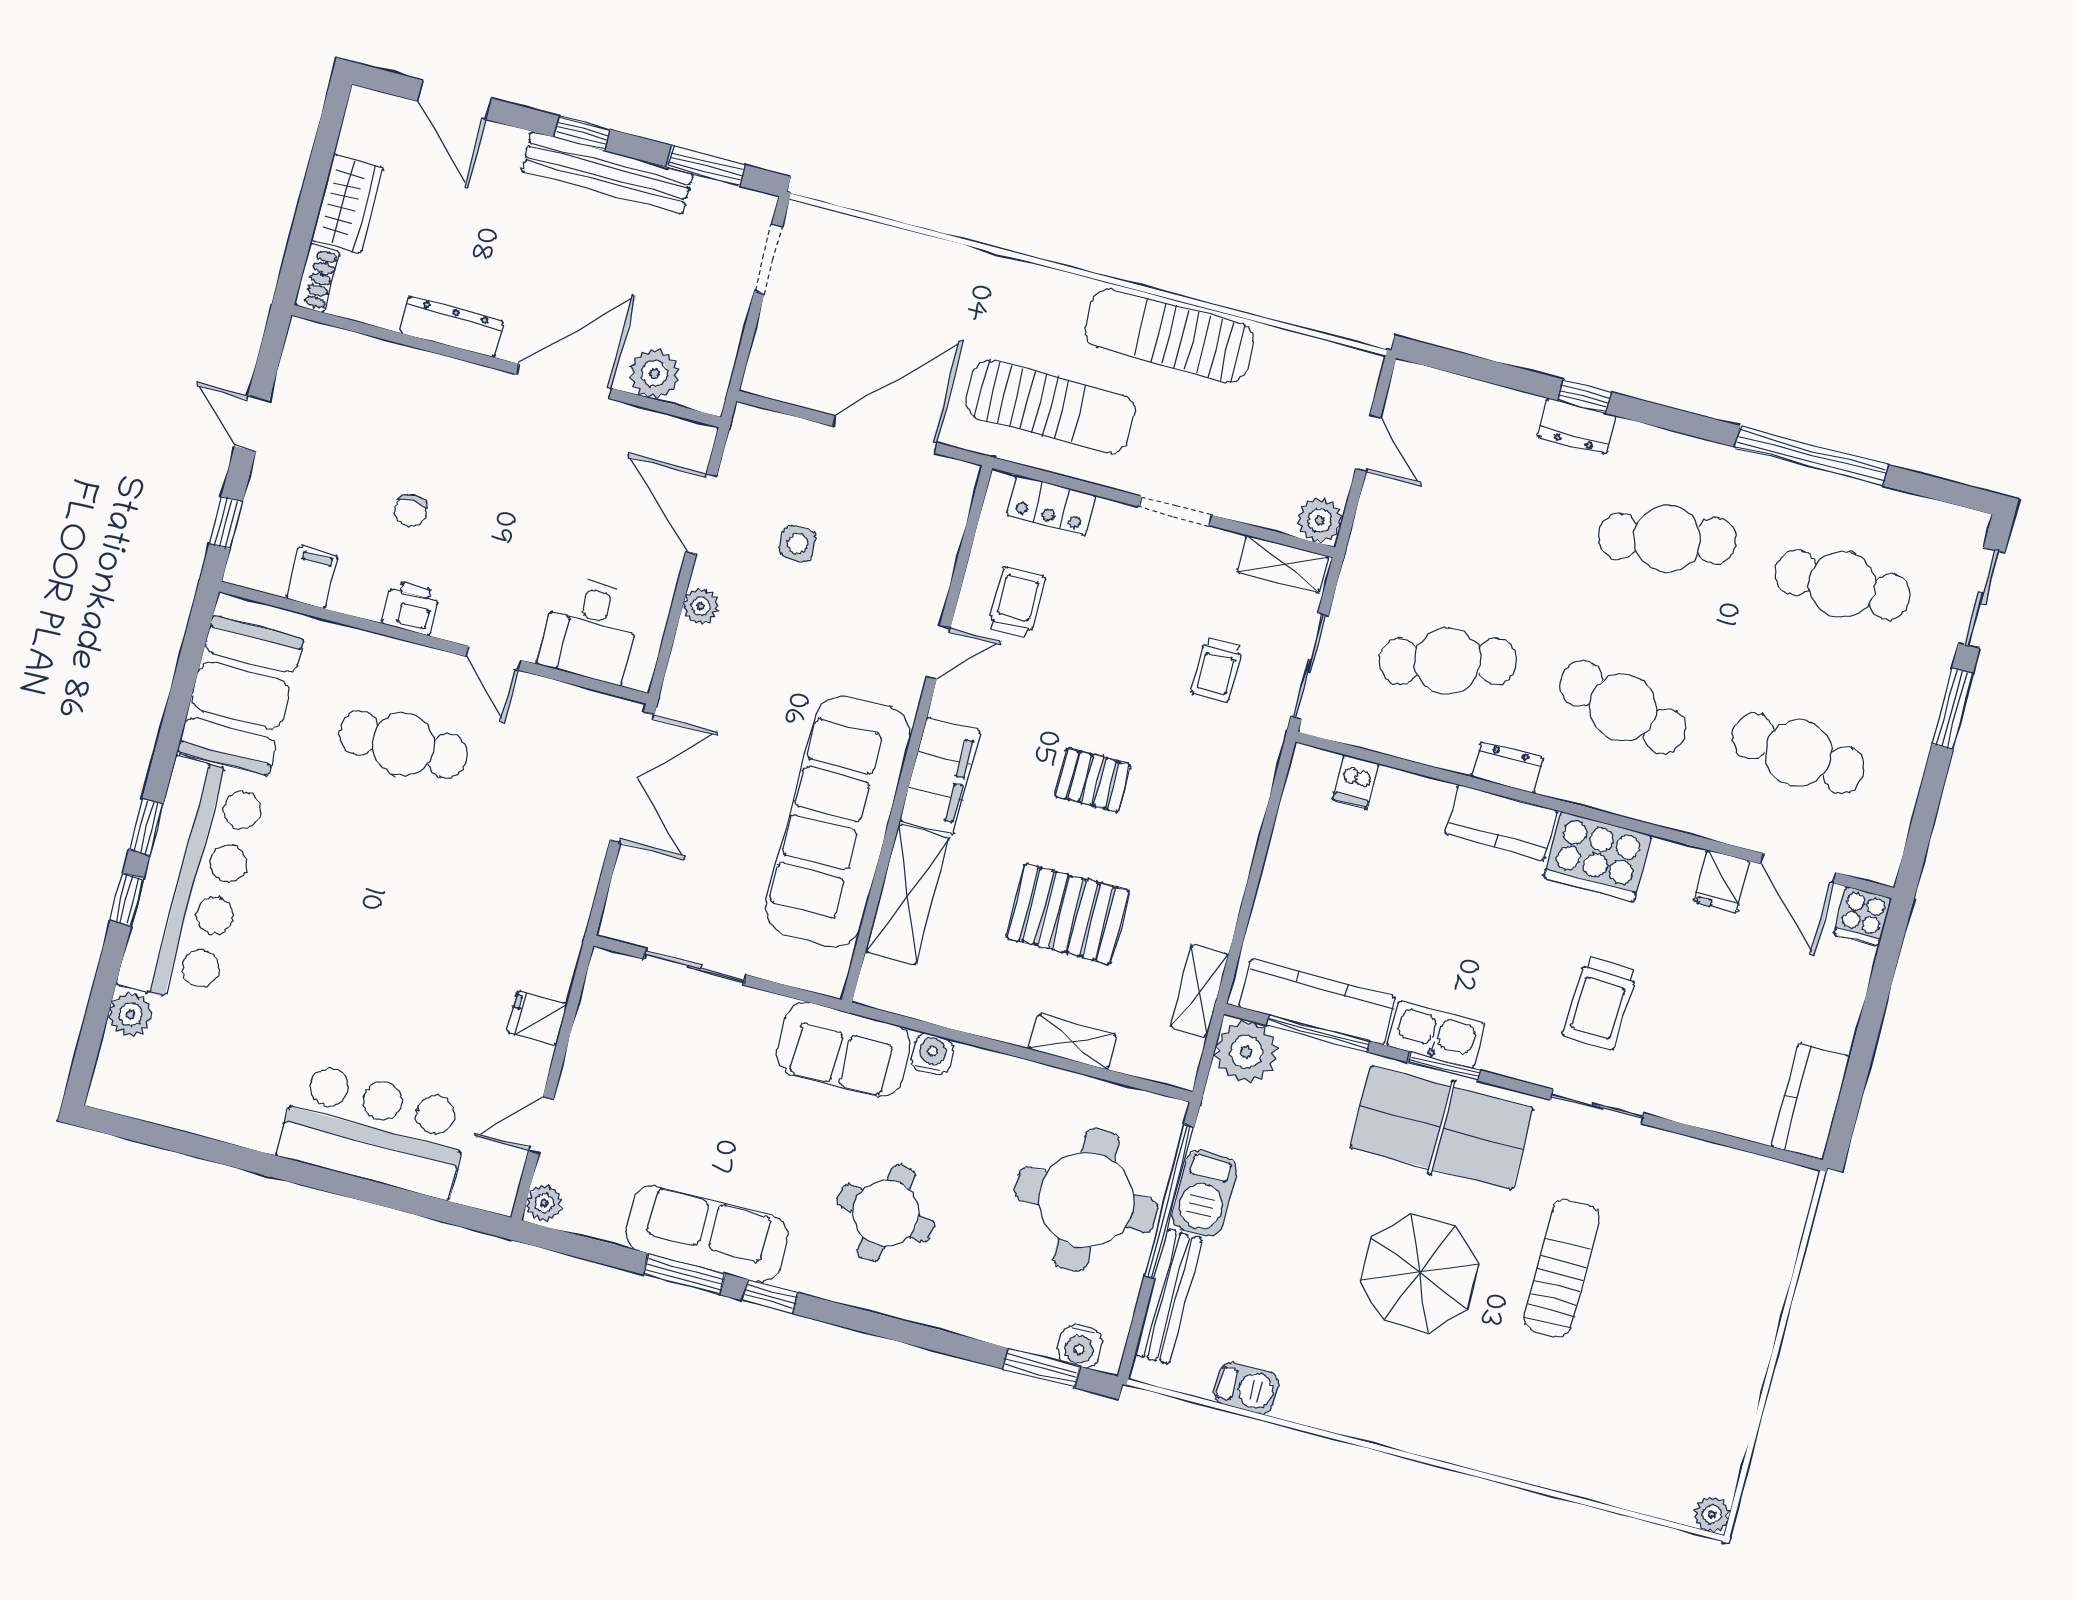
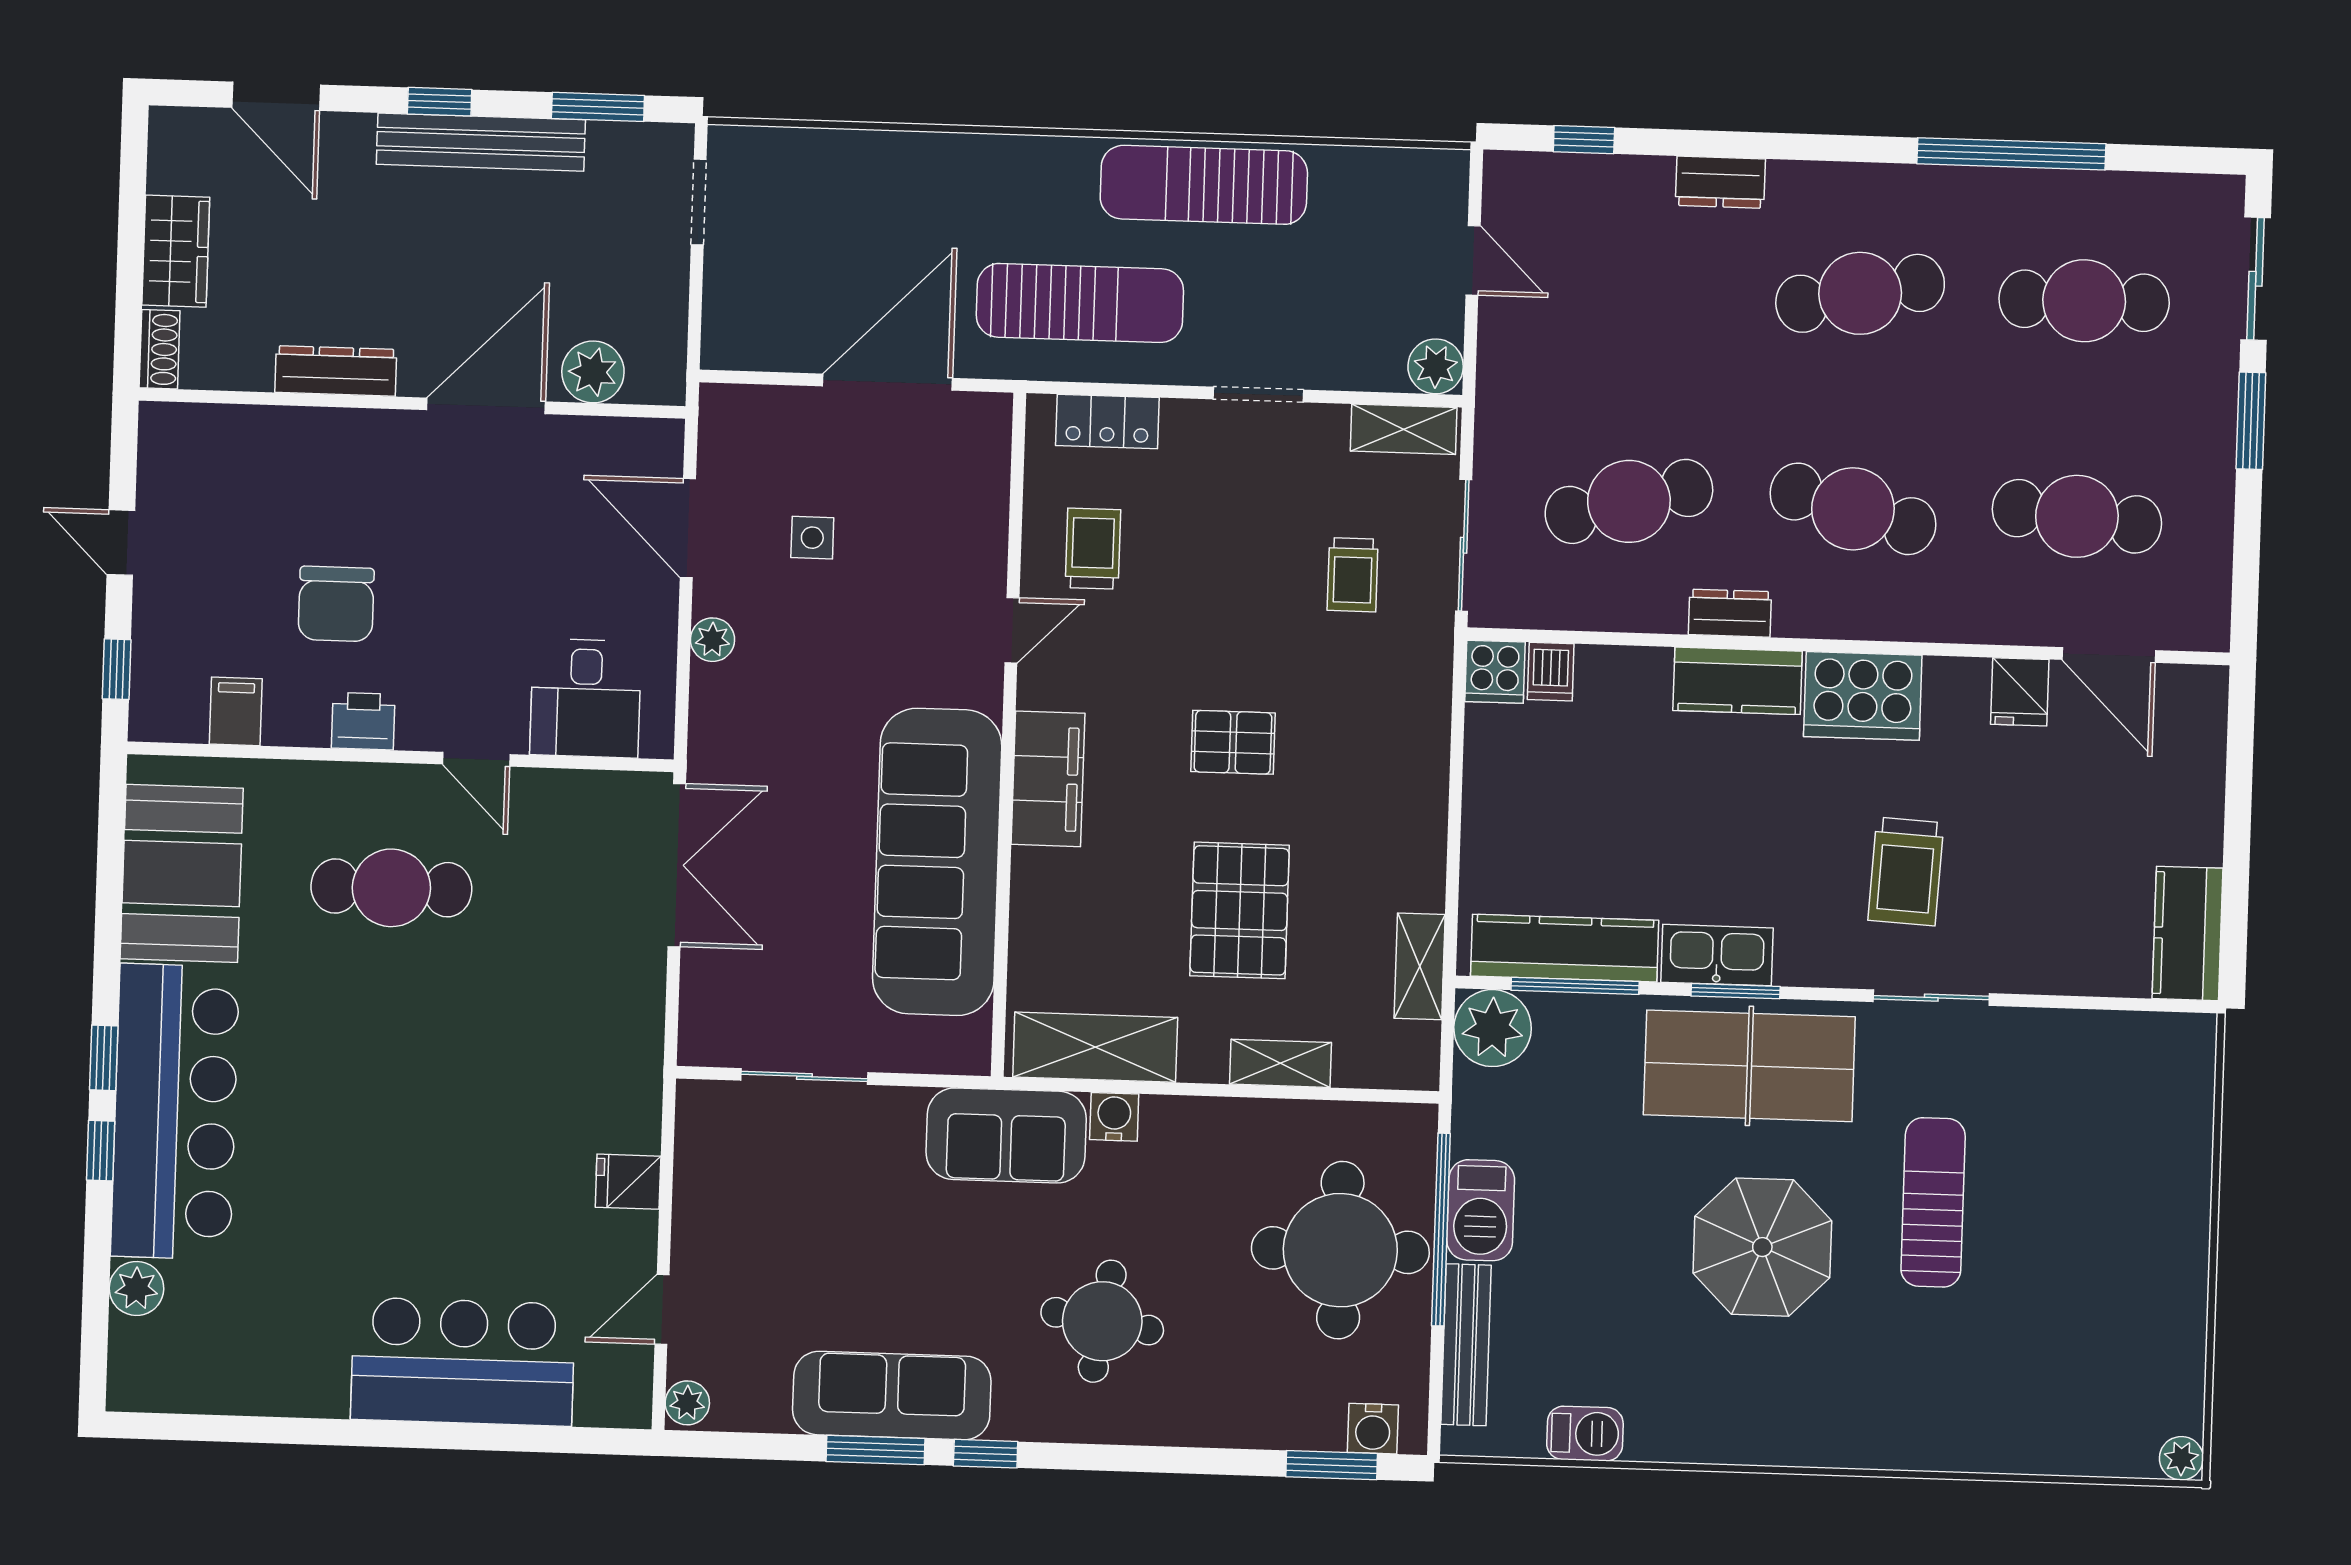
window: (1584, 396) -> (1584, 140), moved
chair: (410, 511) -> (336, 604), width x1.87, depth x1.87
shelving: (907, 895) -> (1095, 1047), moved, turned 90
pallet: (1068, 914) -> (1240, 910), turned 90
cooker: (1863, 916) -> (1495, 672), moved

